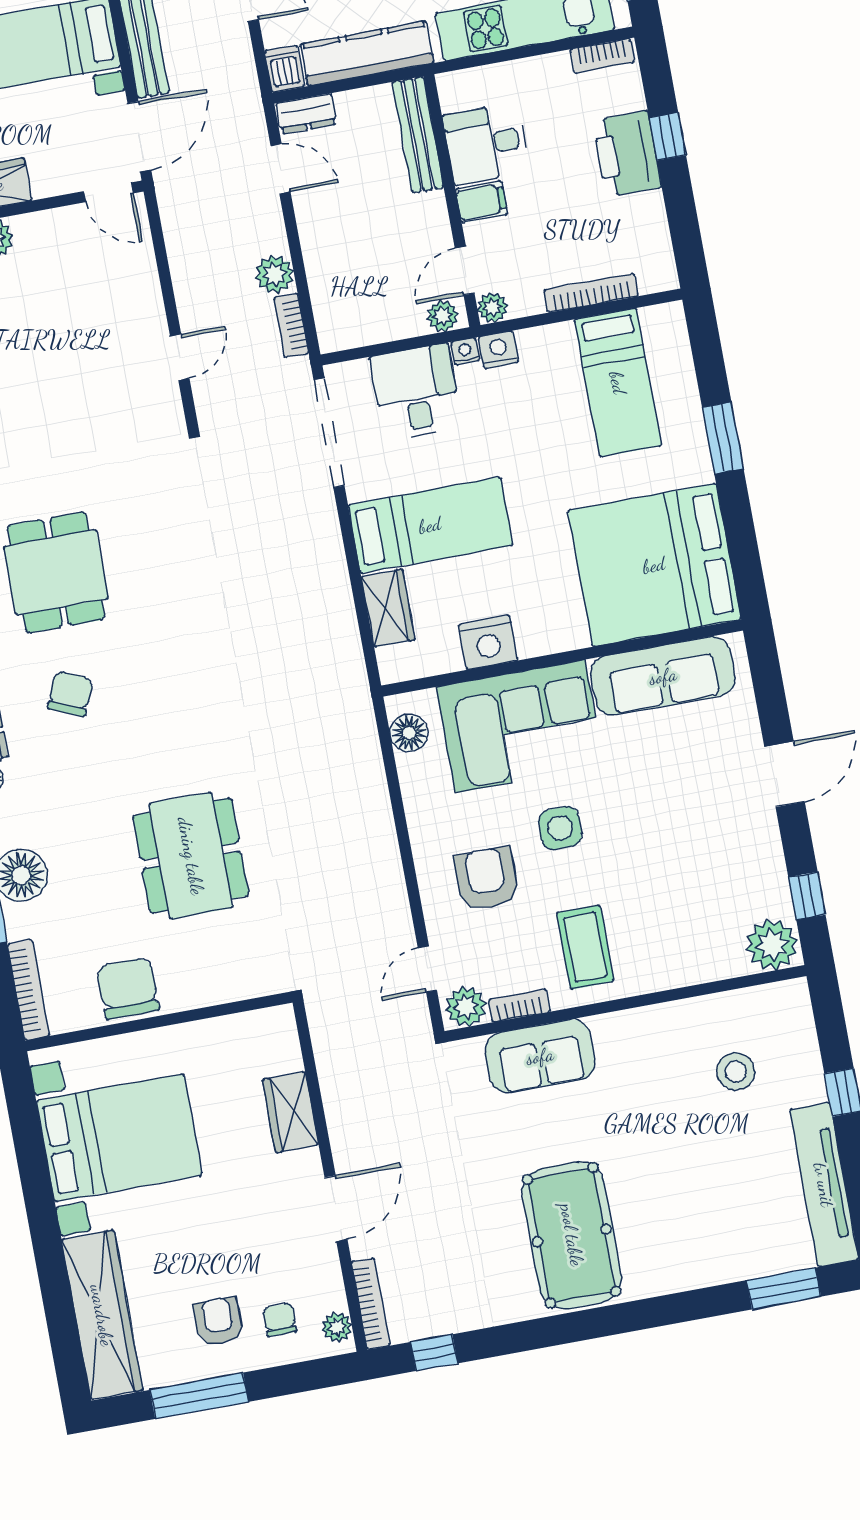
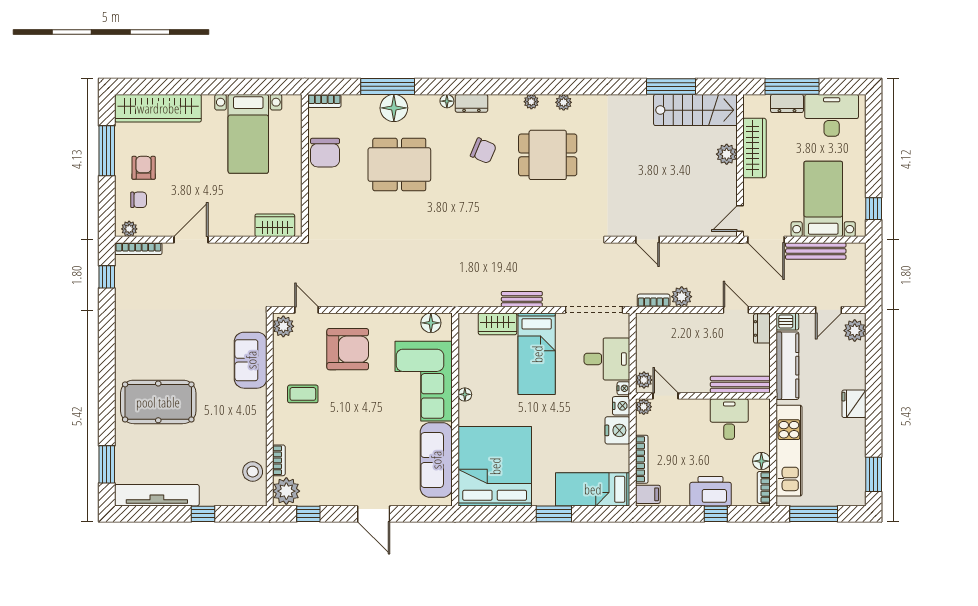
floor lamp: (554, 69) -> (761, 461), added
door: (281, 169) -> (736, 310), swing flipped
filing cabinet: (481, 202) -> (648, 494), moved, turned -90
bed: (618, 383) -> (593, 489), moved
bench: (334, 571) -> (522, 299), added
nightstand: (488, 642) -> (617, 430), moved, turned 180
floor lamp: (531, 645) -> (465, 394), added
side table: (560, 828) -> (367, 392), removed
dining table: (191, 856) -> (399, 165), moved
armchair: (487, 879) -> (348, 349), width x1.36, depth x1.36
coffee table: (585, 947) -> (303, 394), width x0.73, depth x0.77
chair: (128, 988) -> (325, 153), turned 90
bookcase: (29, 990) -> (324, 101), width x0.64
bookcase: (519, 1005) -> (279, 460), moved
stool: (736, 1071) -> (253, 472), moved
wardrobe: (291, 1112) -> (275, 225), moved
bed with nightstands: (119, 1138) -> (248, 134), width x0.73
door: (336, 1208) -> (191, 240), swing flipped
pool table: (572, 1235) -> (158, 402), moved
armchair: (218, 1321) -> (144, 168), turned -90

